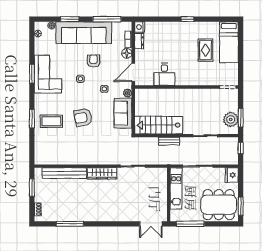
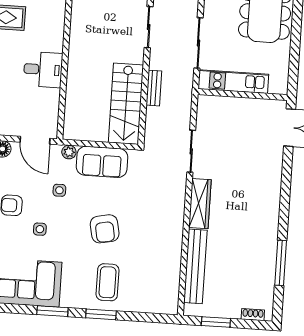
window: (32, 74) -> (52, 311), moved
desk: (164, 74) -> (43, 70), moved
window: (190, 224) -> (294, 62), removed

